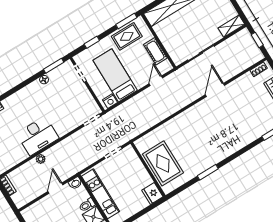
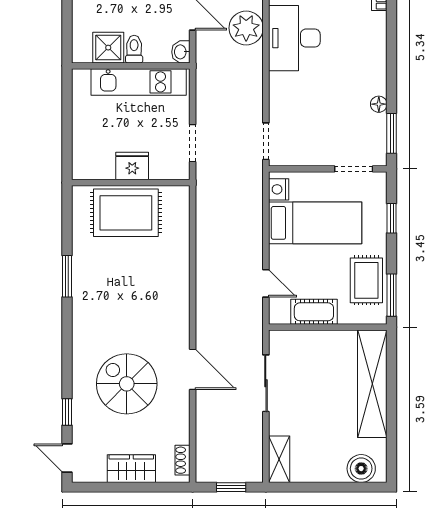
spiral stairs: (240, 116) -> (127, 384), added
plant: (41, 159) -> (246, 28), width x1.88, depth x1.88
fridge: (152, 193) -> (132, 166), moved

